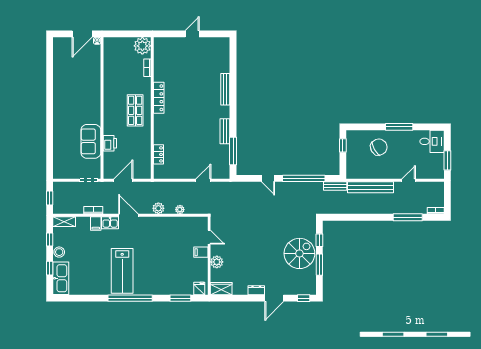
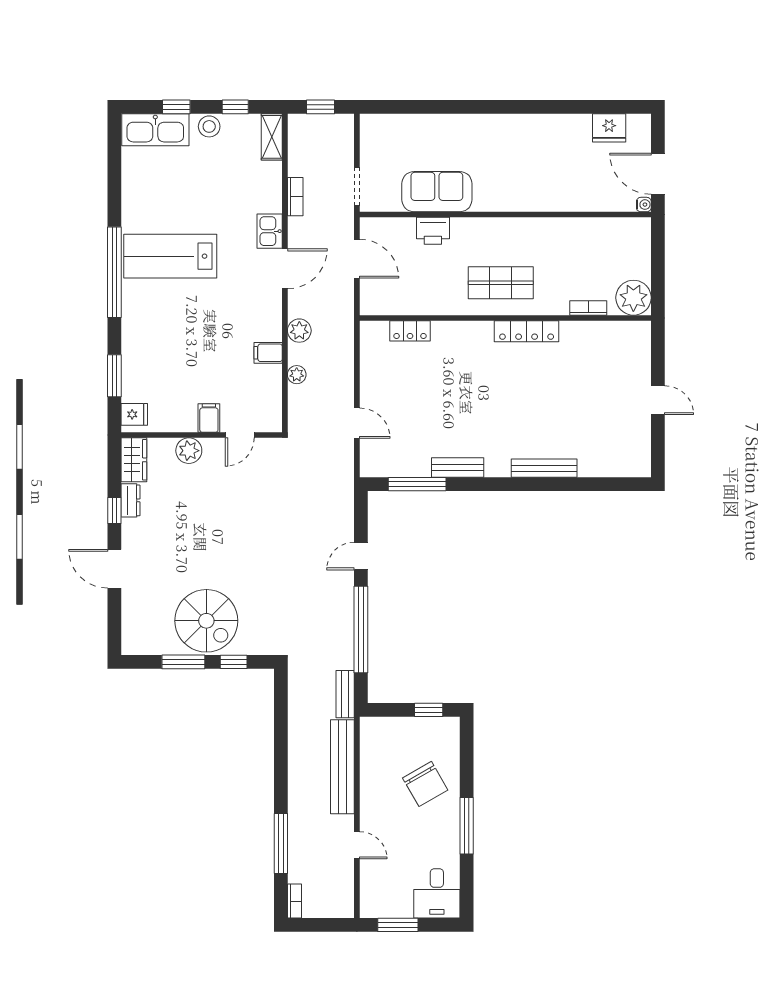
fridge: (60, 58) -> (609, 128), added
filing cabinet: (96, 223) -> (268, 353), moved
dresser: (256, 290) -> (130, 500), moved
window: (304, 298) -> (114, 510), moved

